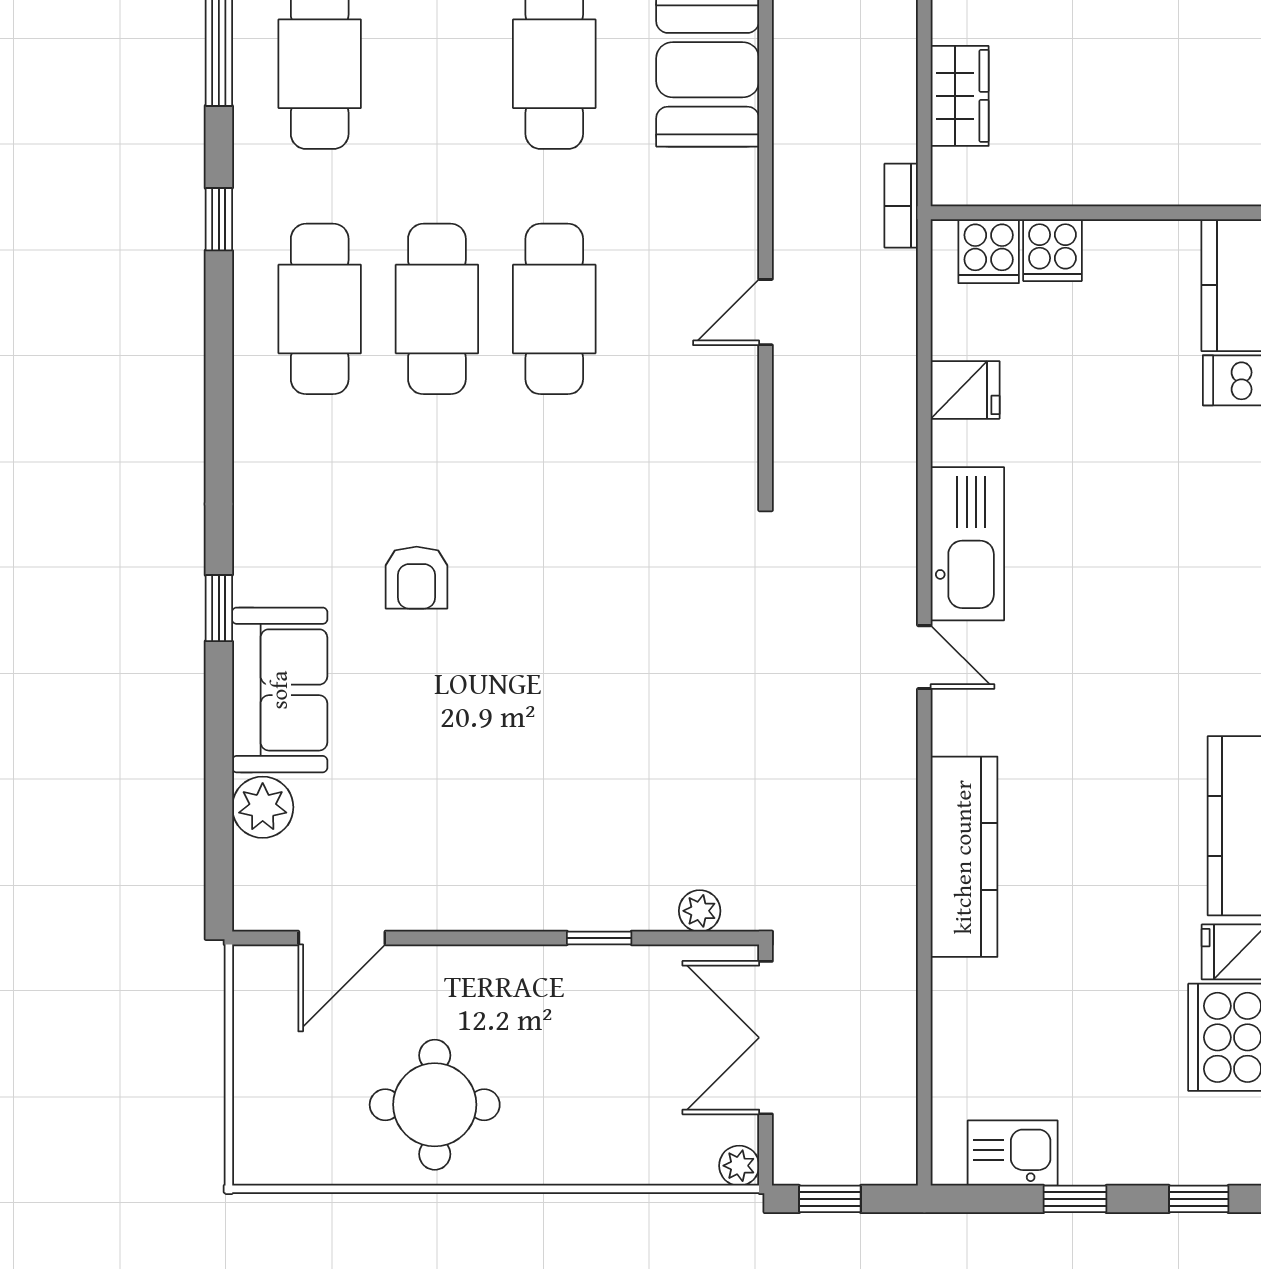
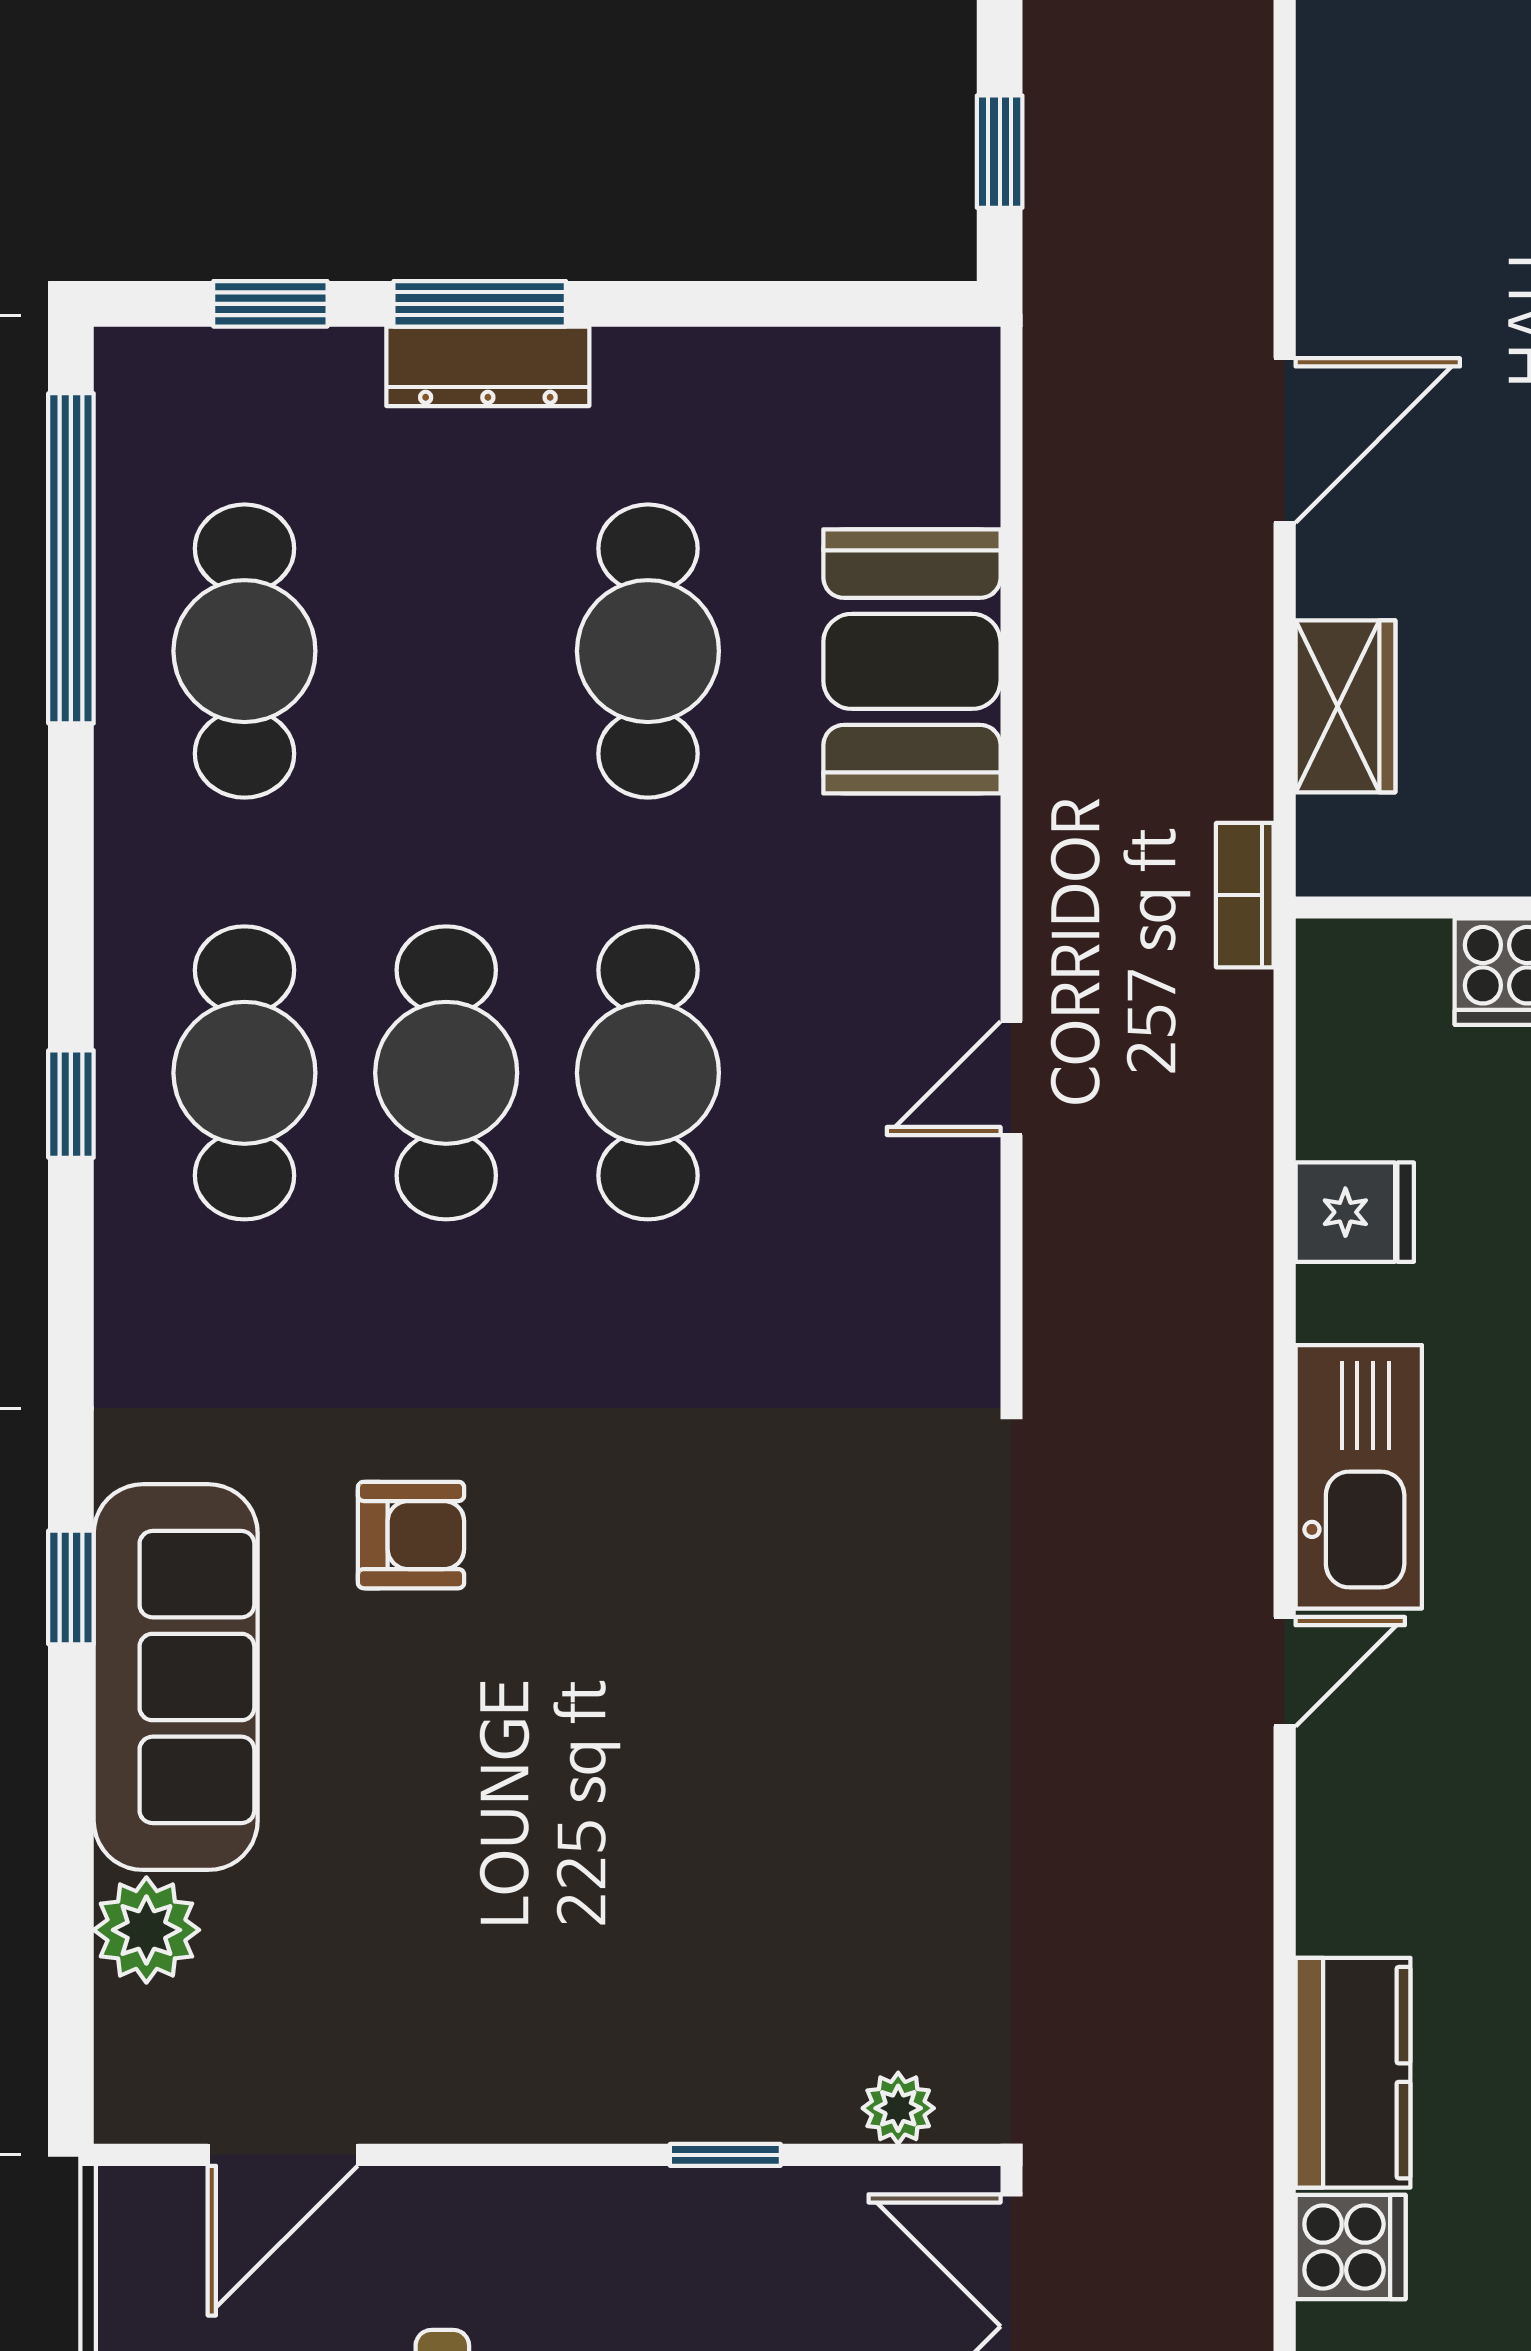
window: (219, 219) -> (71, 1104), moved
cooker: (989, 251) -> (1351, 2247), moved, turned -90
armchair: (417, 578) -> (411, 1535), turned -90
door: (924, 657) -> (1285, 1672), hinge flipped
sofa: (280, 690) -> (176, 1677), width x1.36
kitchen counter: (964, 857) -> (1353, 2073), width x0.67

